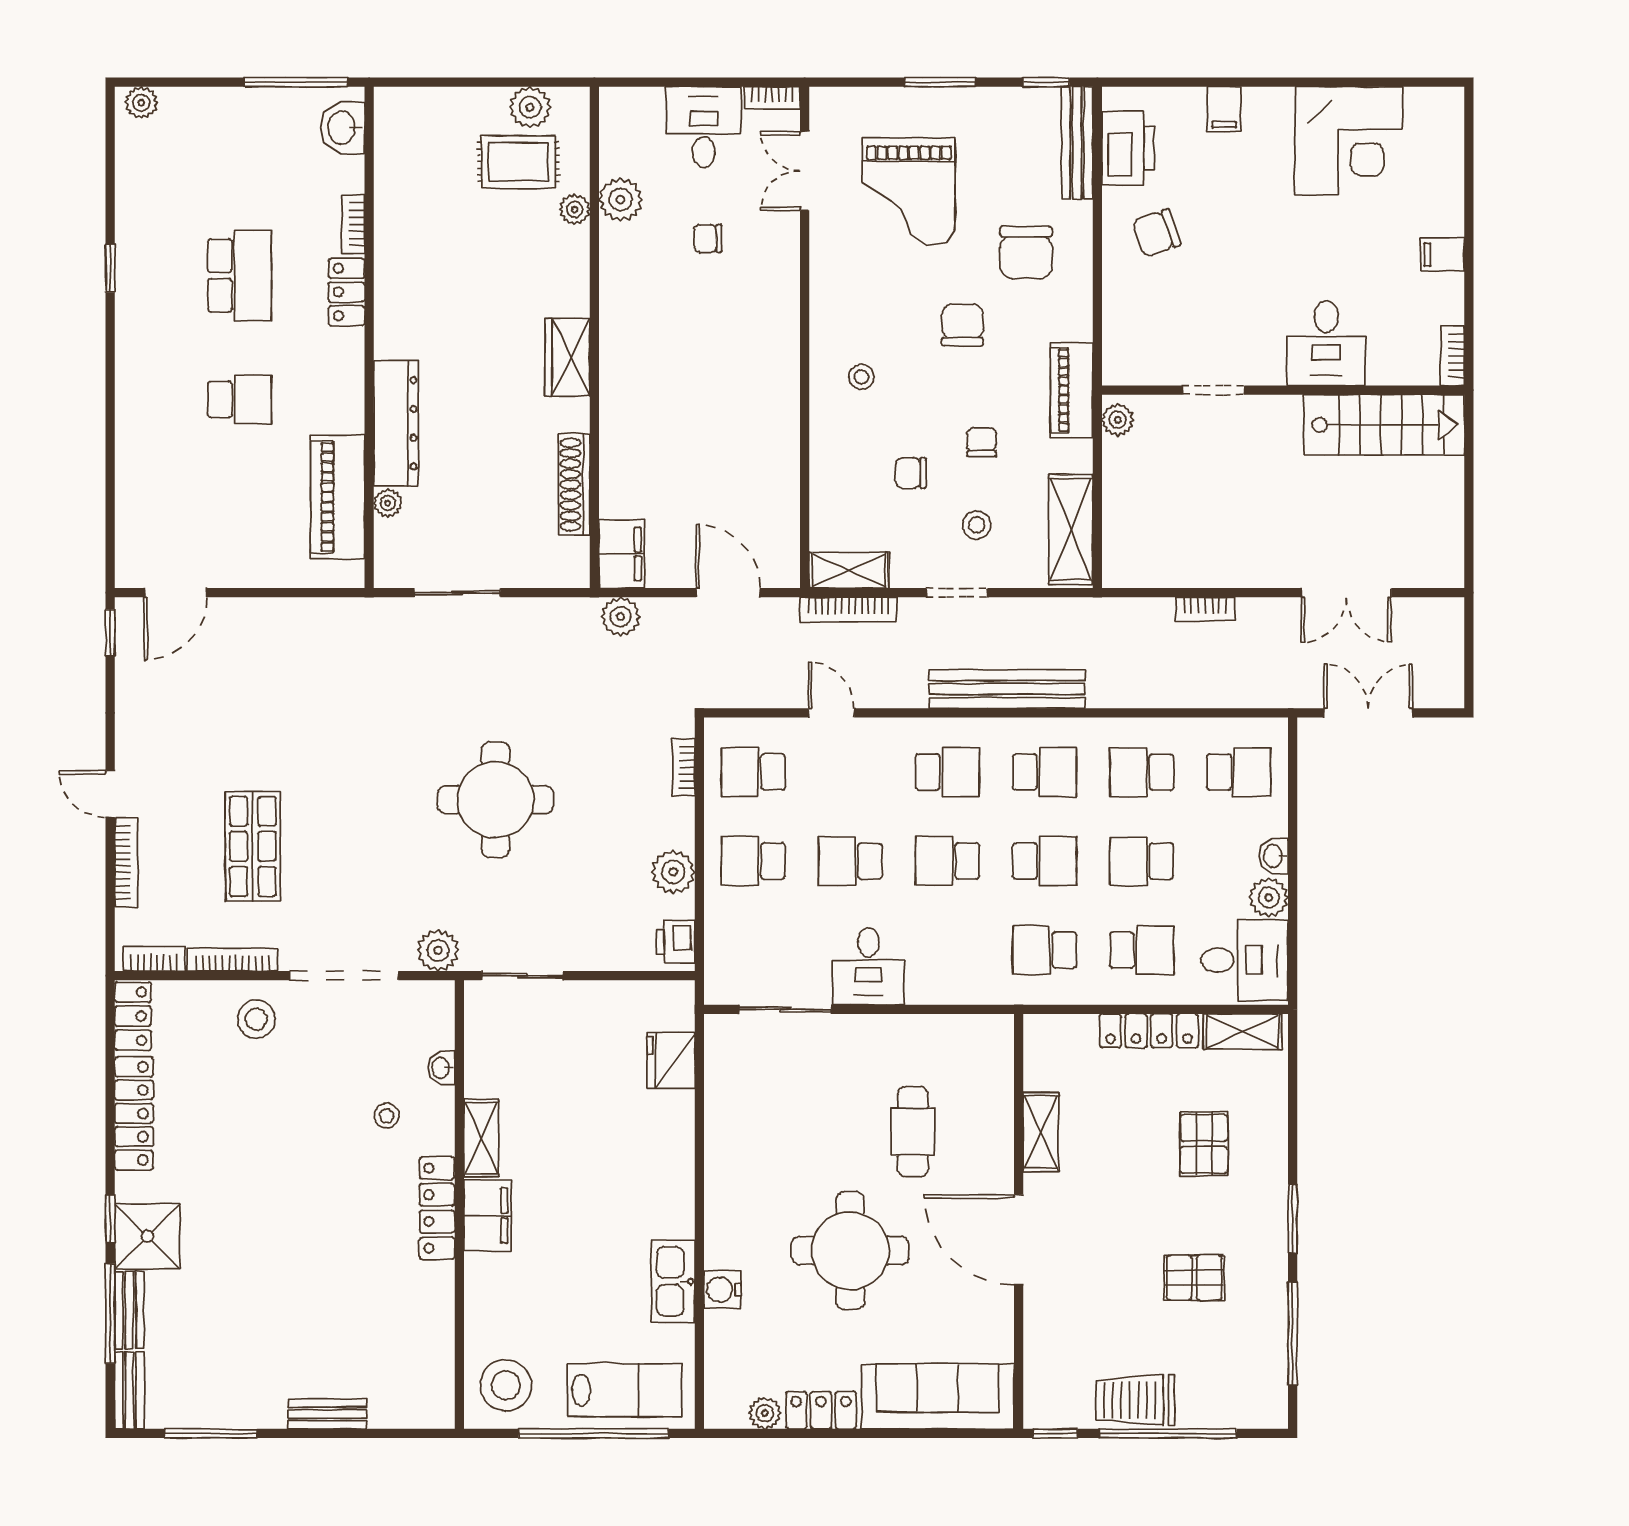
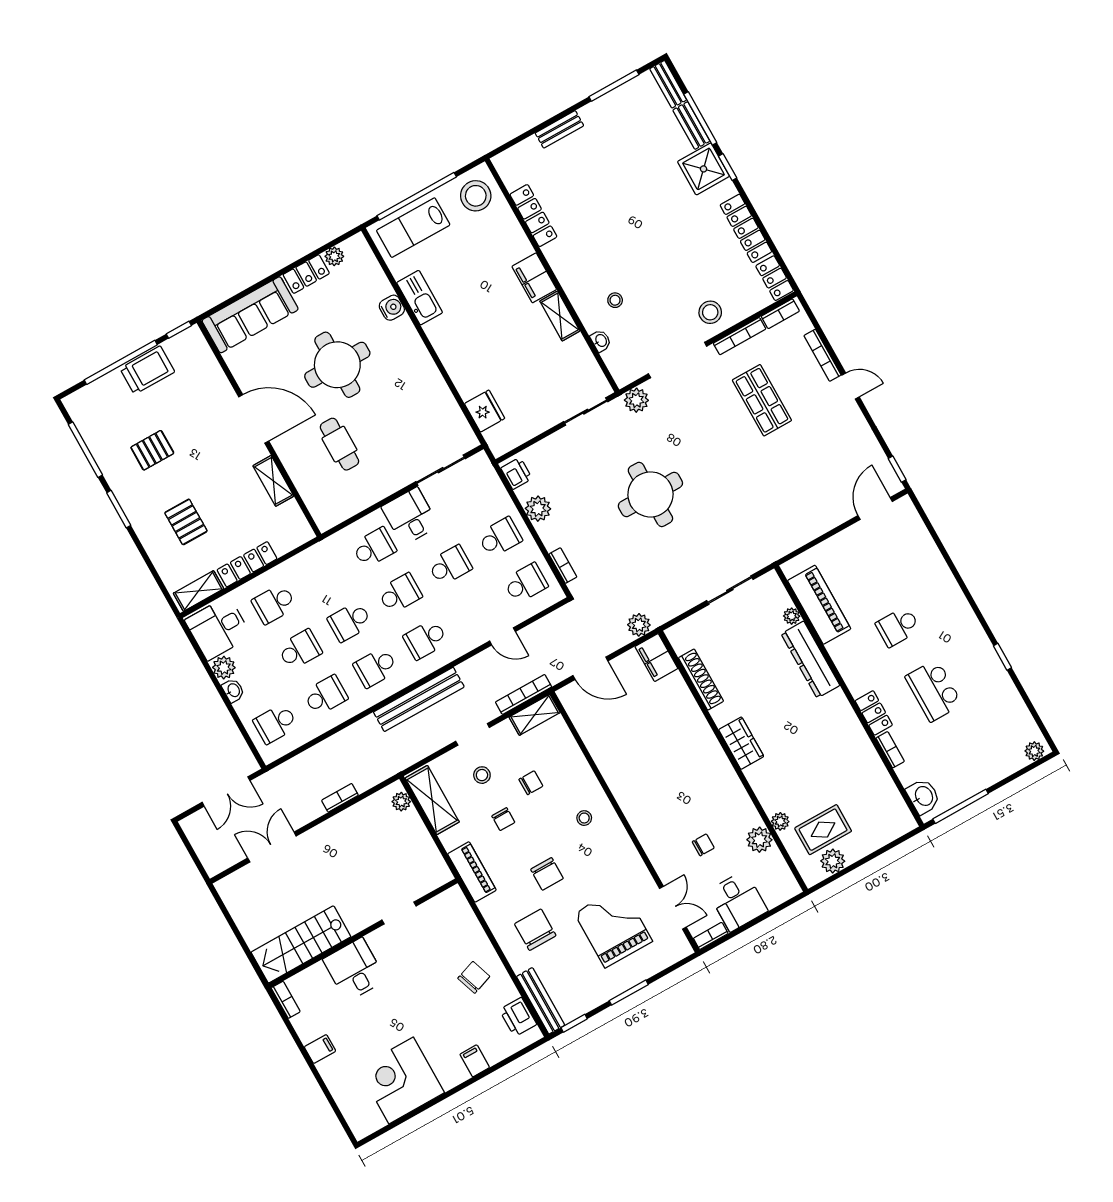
printer: (1128, 148) -> (518, 1017), width x0.73, depth x0.84
plant: (1118, 420) -> (401, 802), moved
school desk: (1045, 950) -> (374, 548), moved
locker: (437, 1208) -> (533, 216), moved

